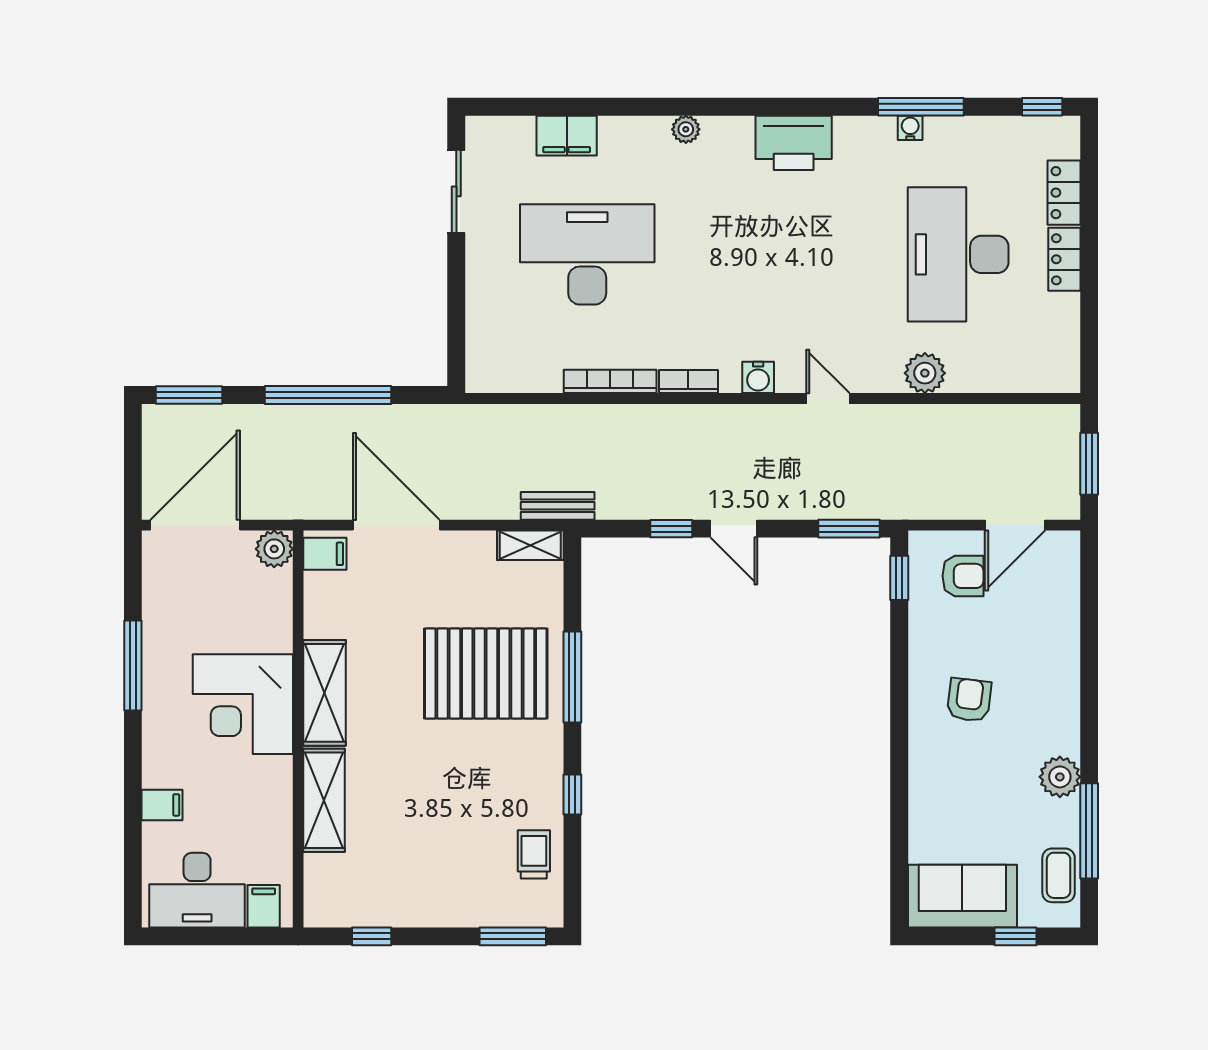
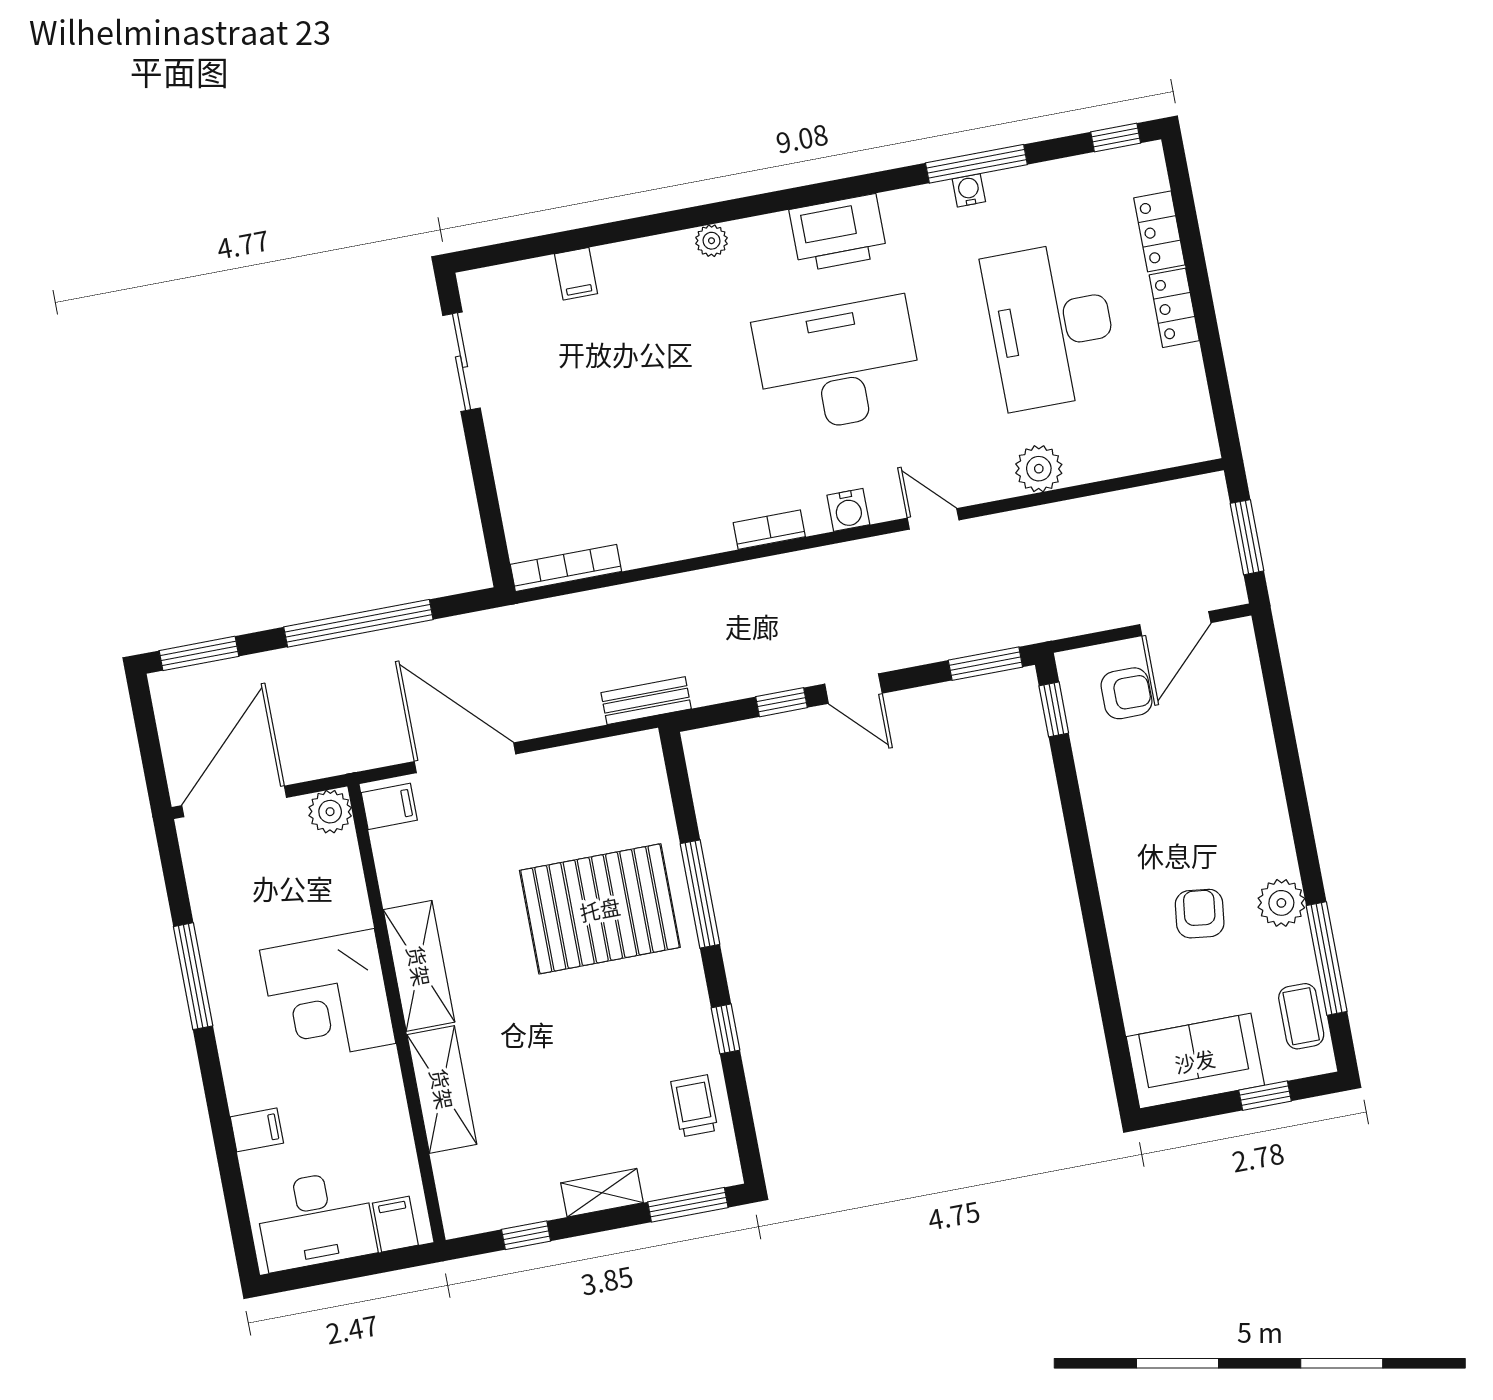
filing cabinet: (567, 136) -> (576, 274), width x0.50
desk: (587, 254) -> (838, 365), moved
bookcase: (610, 381) -> (566, 568), moved
shelving: (530, 545) -> (602, 1193), moved
armchair: (969, 700) -> (1200, 914), moved

